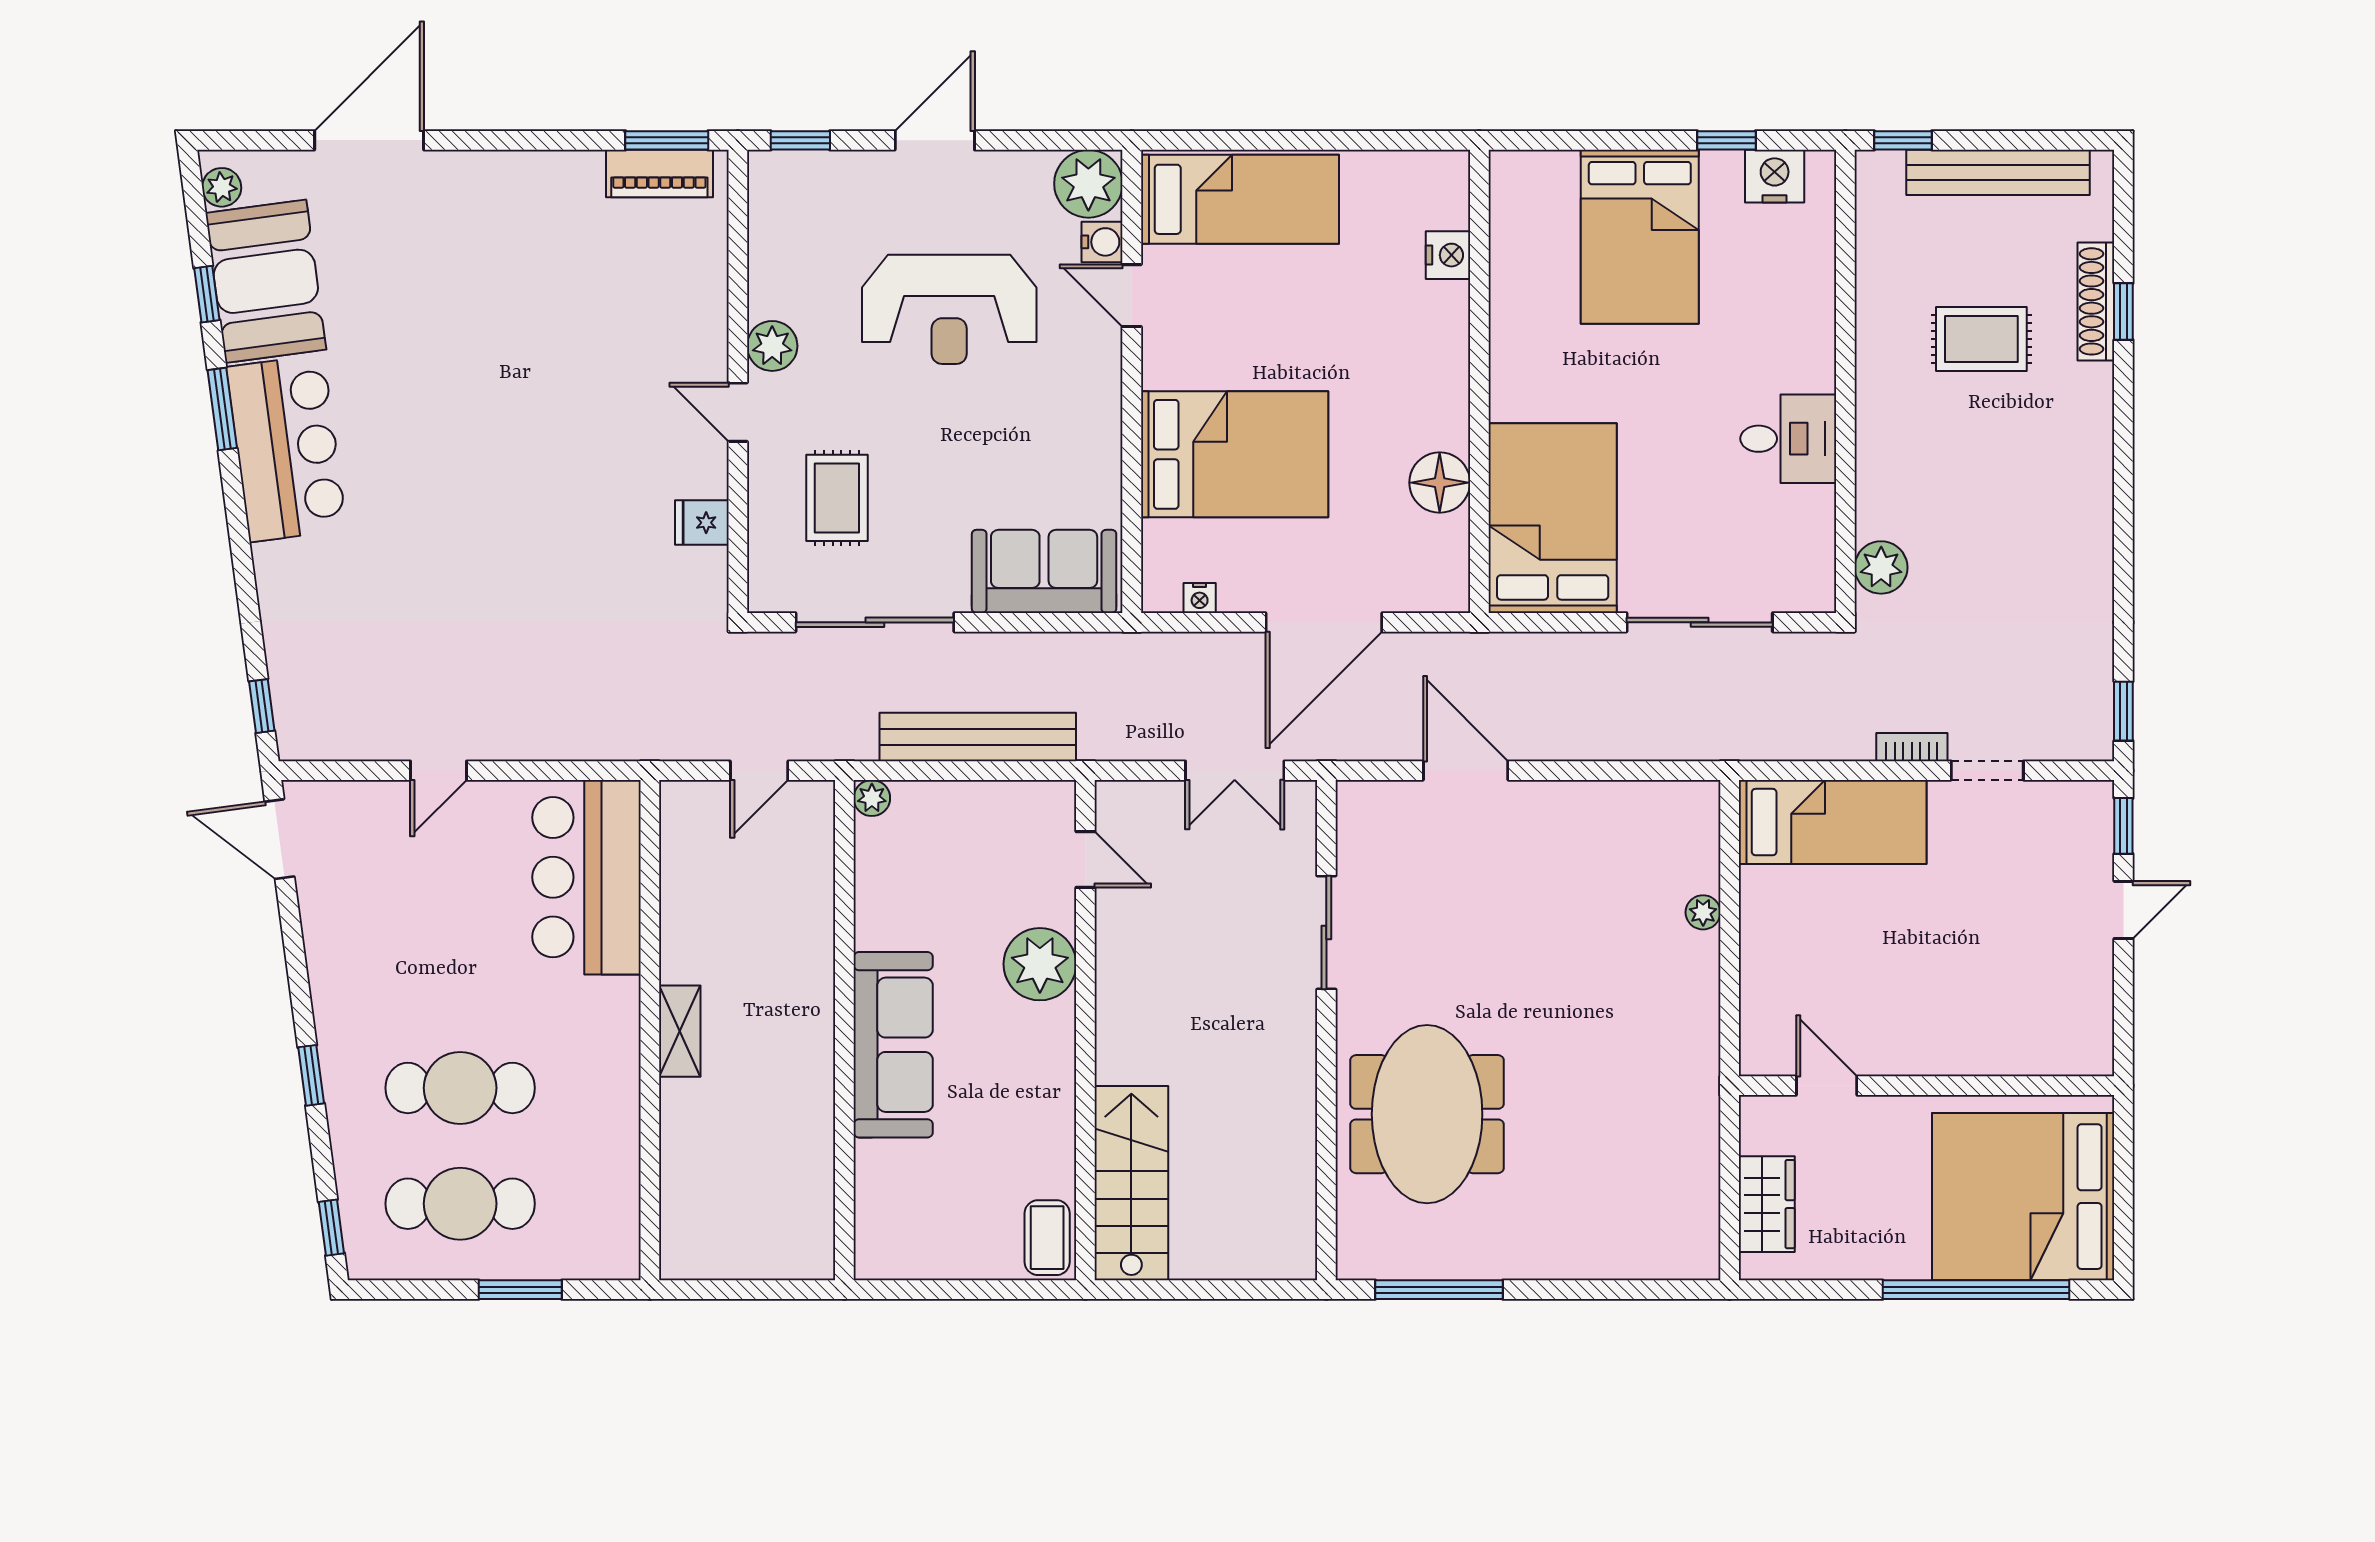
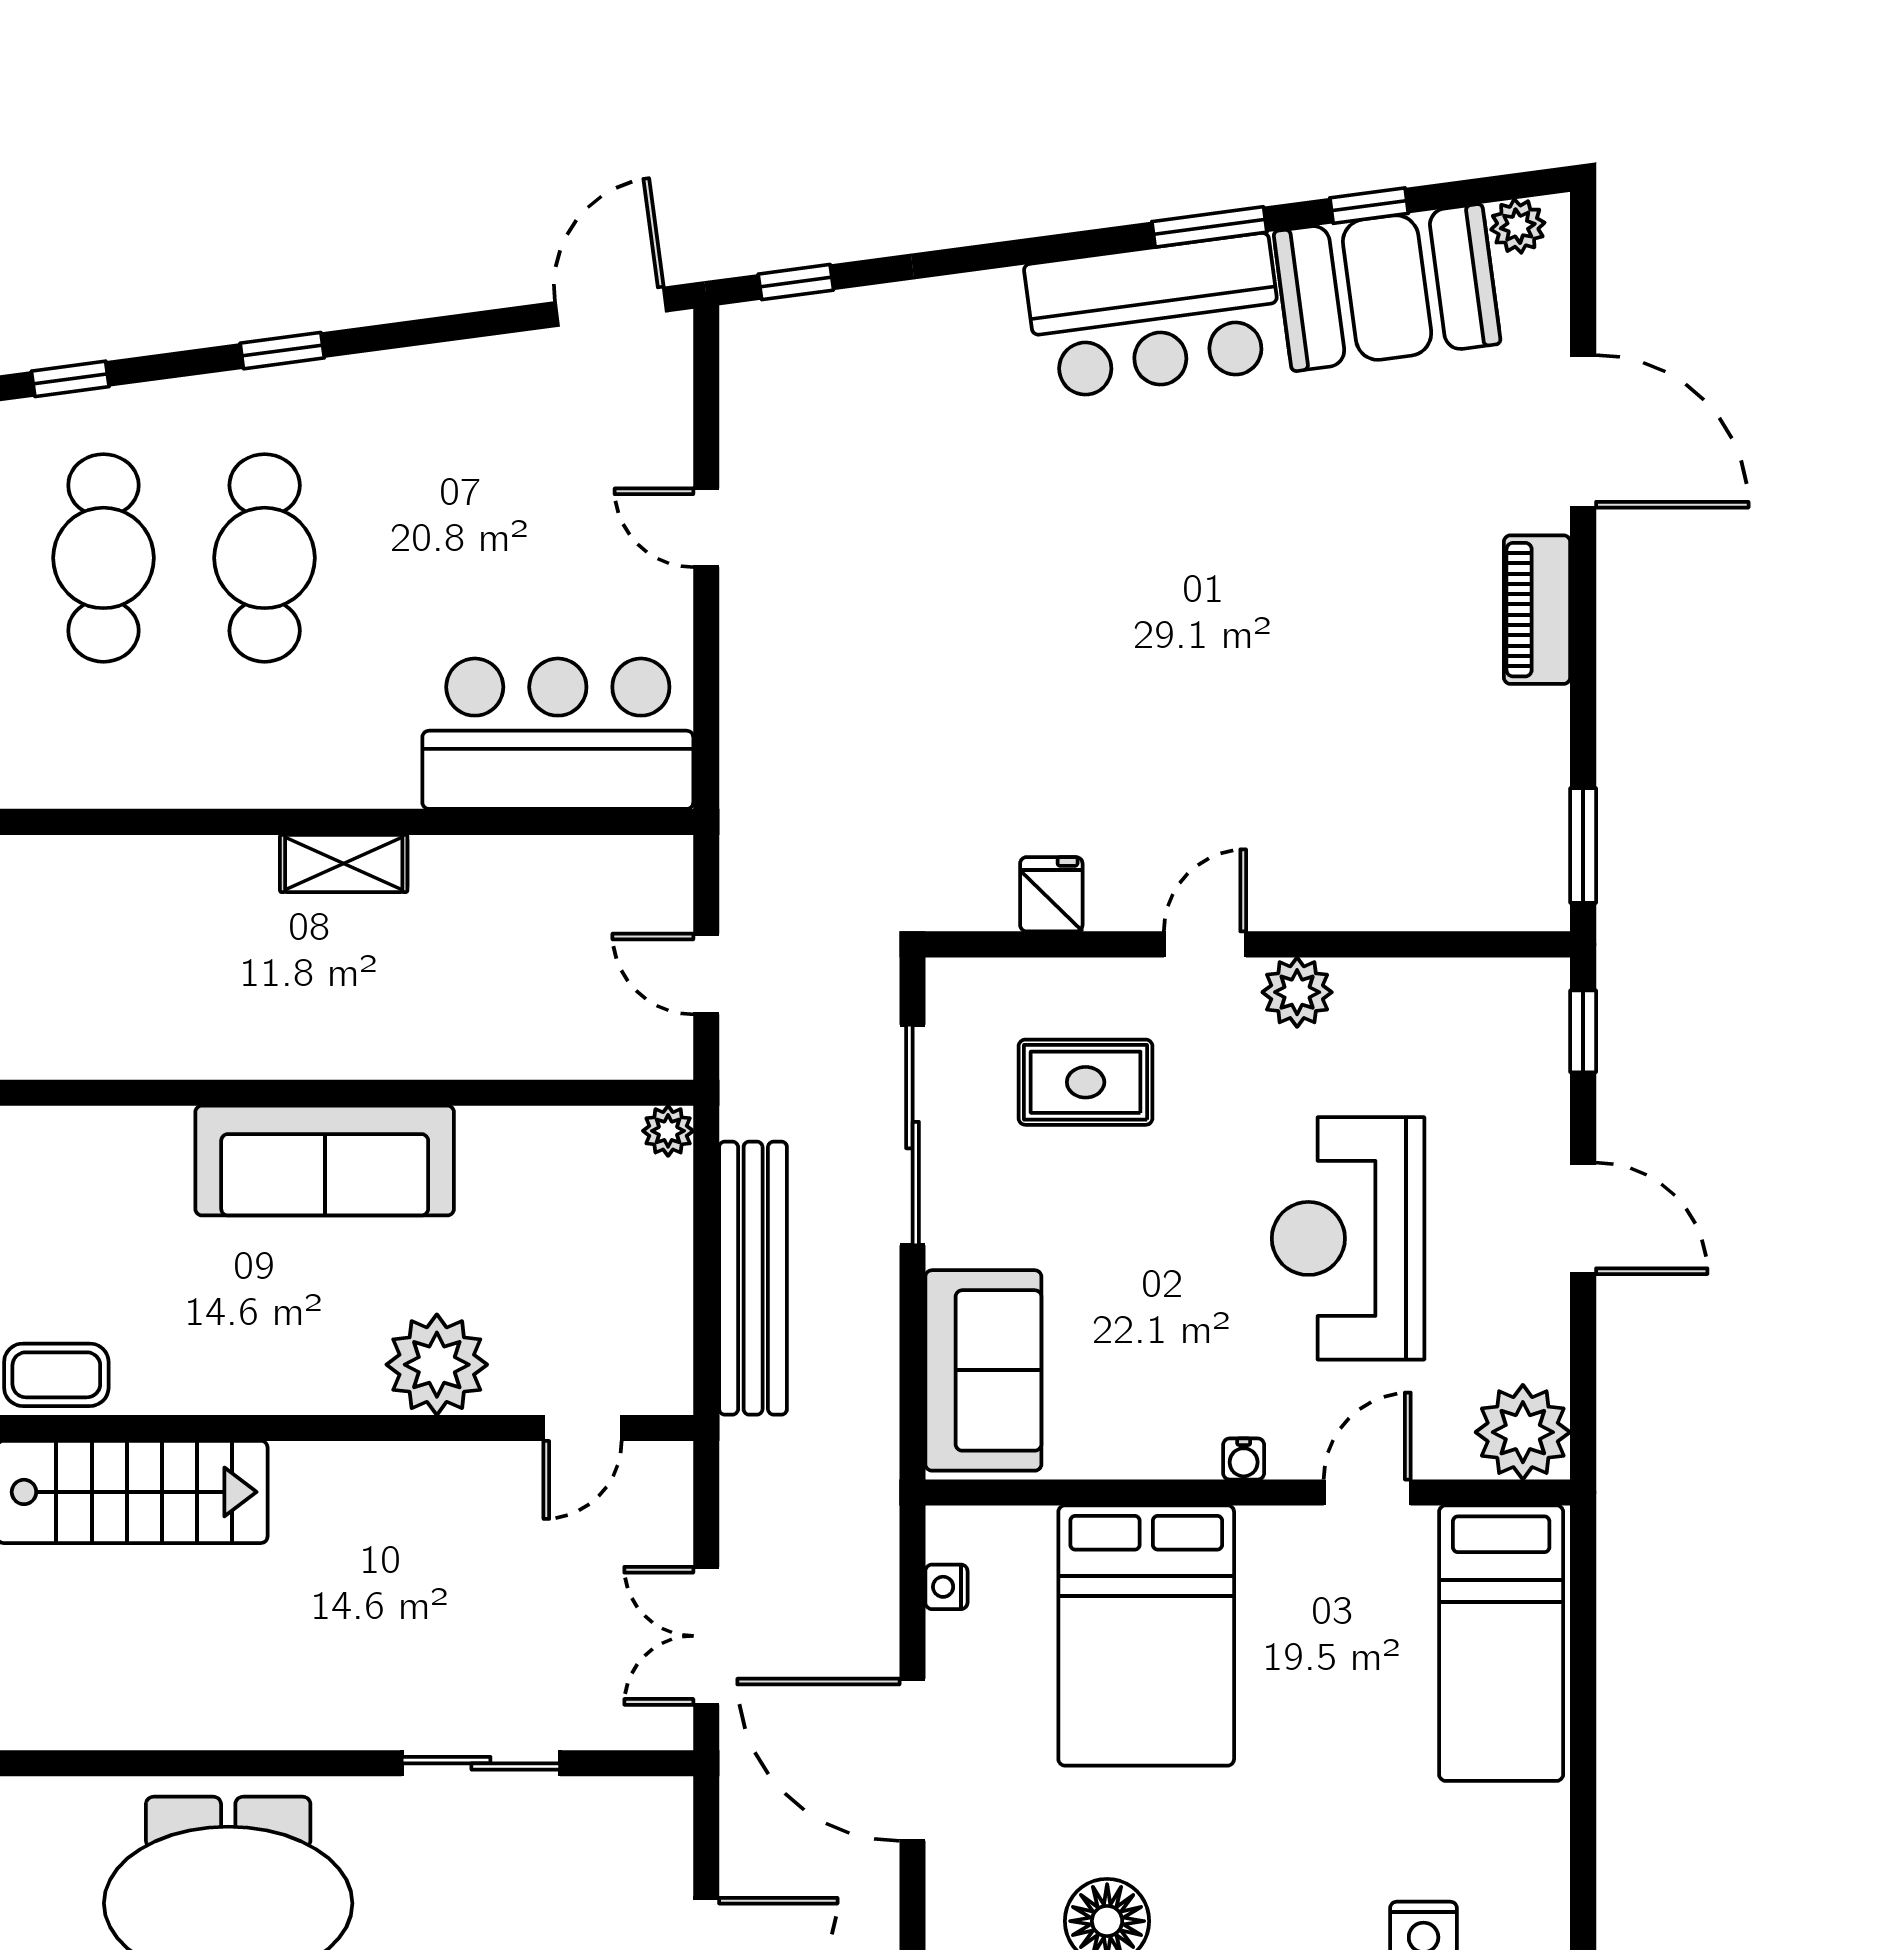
piano: (659, 173) -> (1537, 610), moved
water cooler: (1102, 242) -> (1244, 1459), moved, width x0.72, depth x0.72

